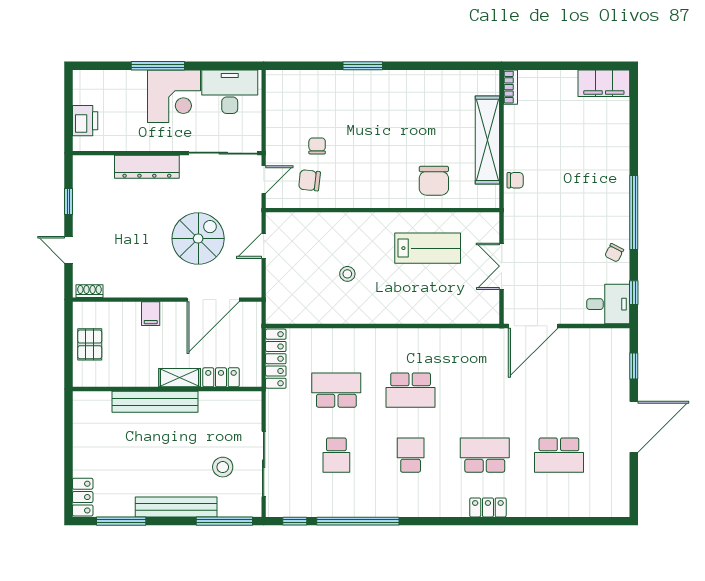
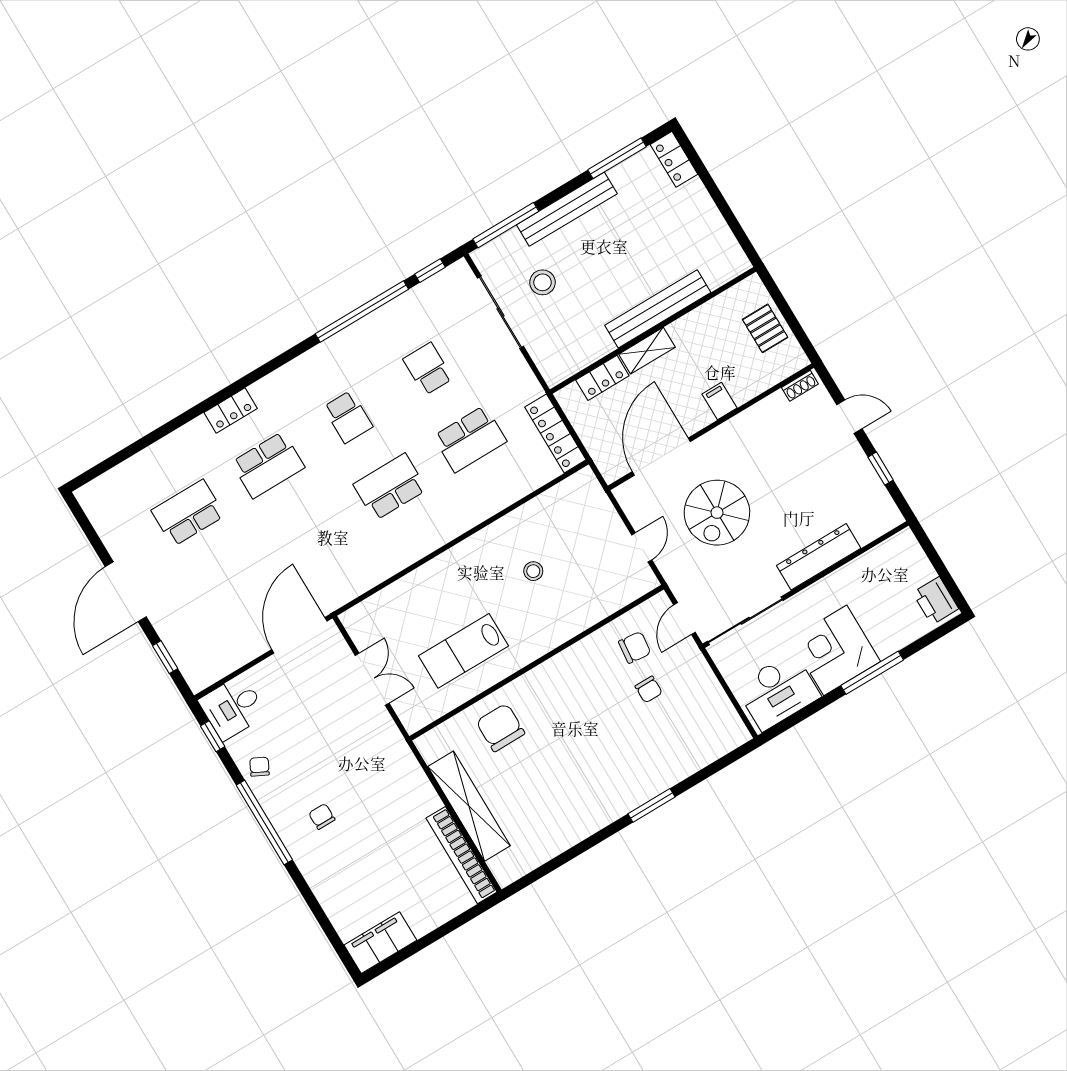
bookcase: (510, 87) -> (462, 855), width x2.31, depth x1.31
printer: (85, 121) -> (936, 601), moved
chair: (515, 180) -> (322, 816), moved, turned 90

